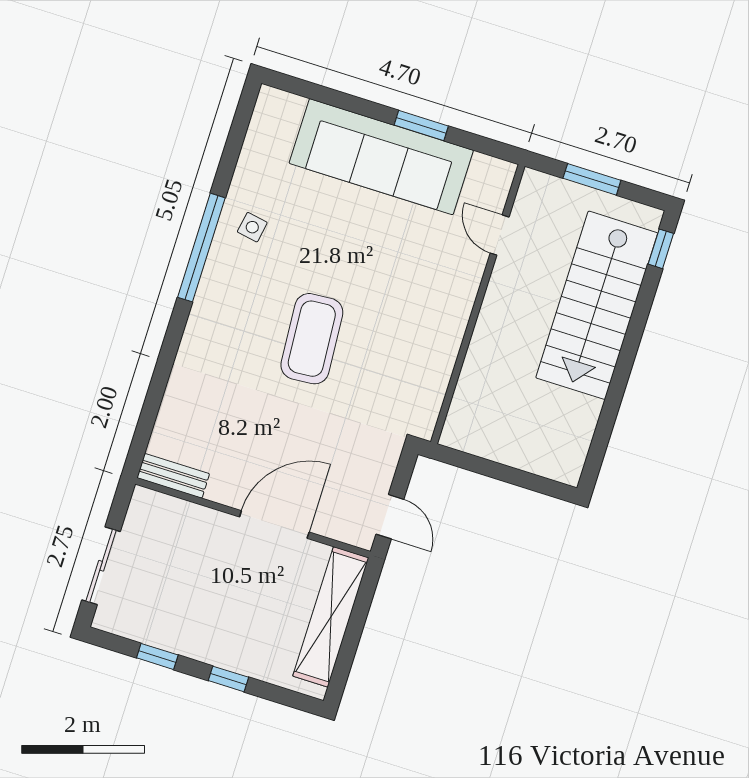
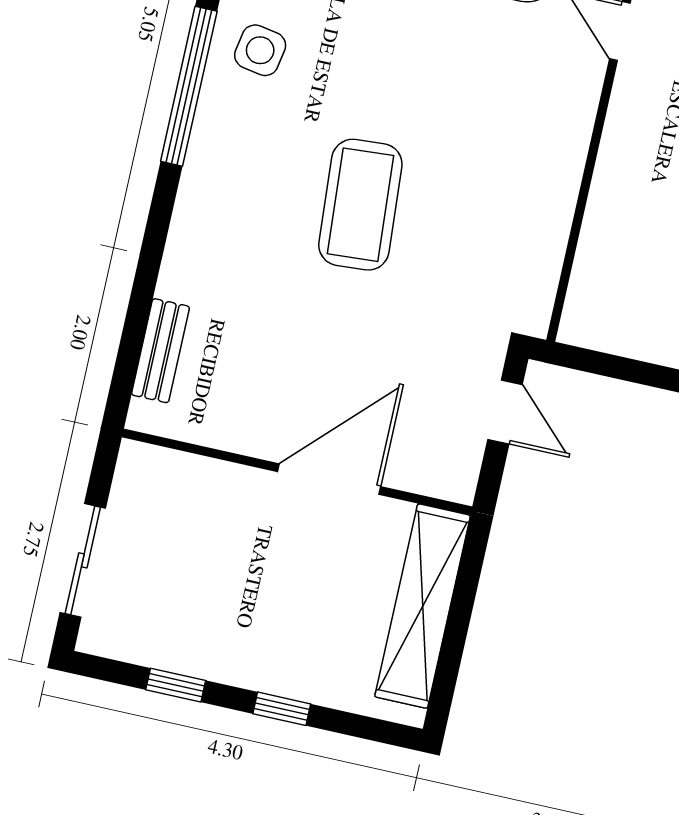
side table: (252, 227) -> (260, 50), width x1.37, depth x1.37
bench: (173, 476) -> (161, 351), moved, turned 90
door: (390, 517) -> (505, 412), moved

